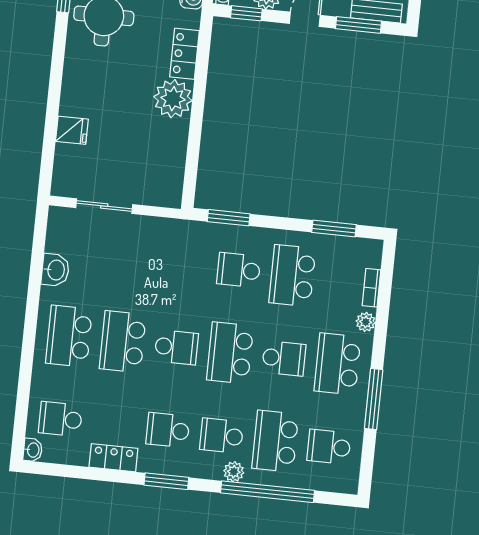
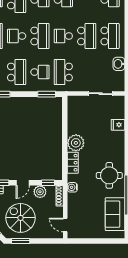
school desk: (185, 264) -> (63, 72), added

